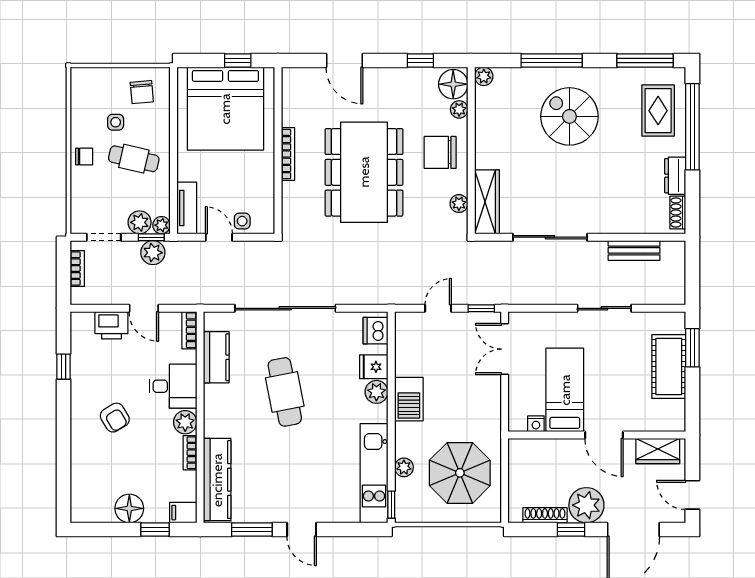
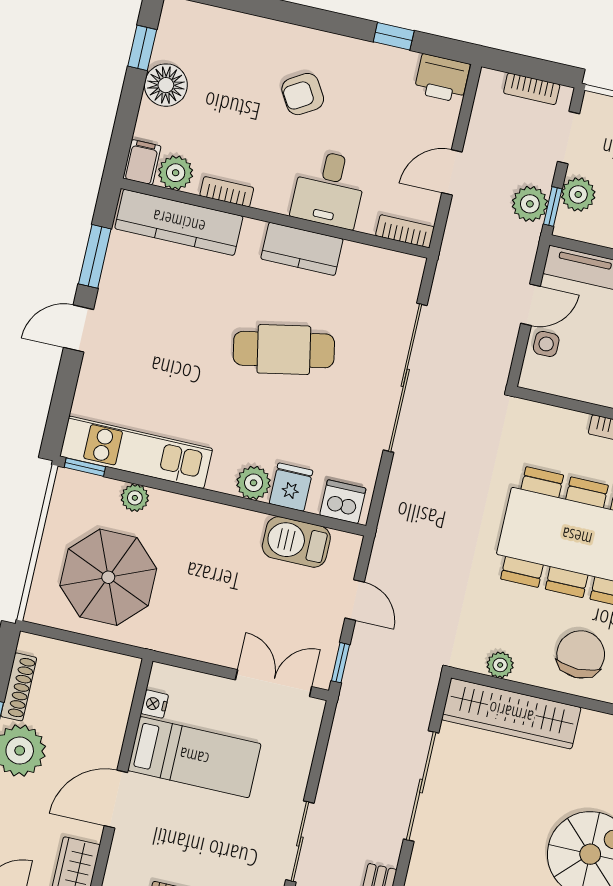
wardrobe: (487, 202) -> (511, 713), width x1.40, depth x1.17
plant: (161, 225) -> (567, 225), removed
printer: (111, 325) -> (442, 78), moved, turned -90
kitchen counter: (216, 357) -> (302, 249), moved
barbecue: (409, 399) -> (296, 542), moved
plant: (185, 422) -> (176, 173), moved
window: (155, 529) -> (142, 48), moved

